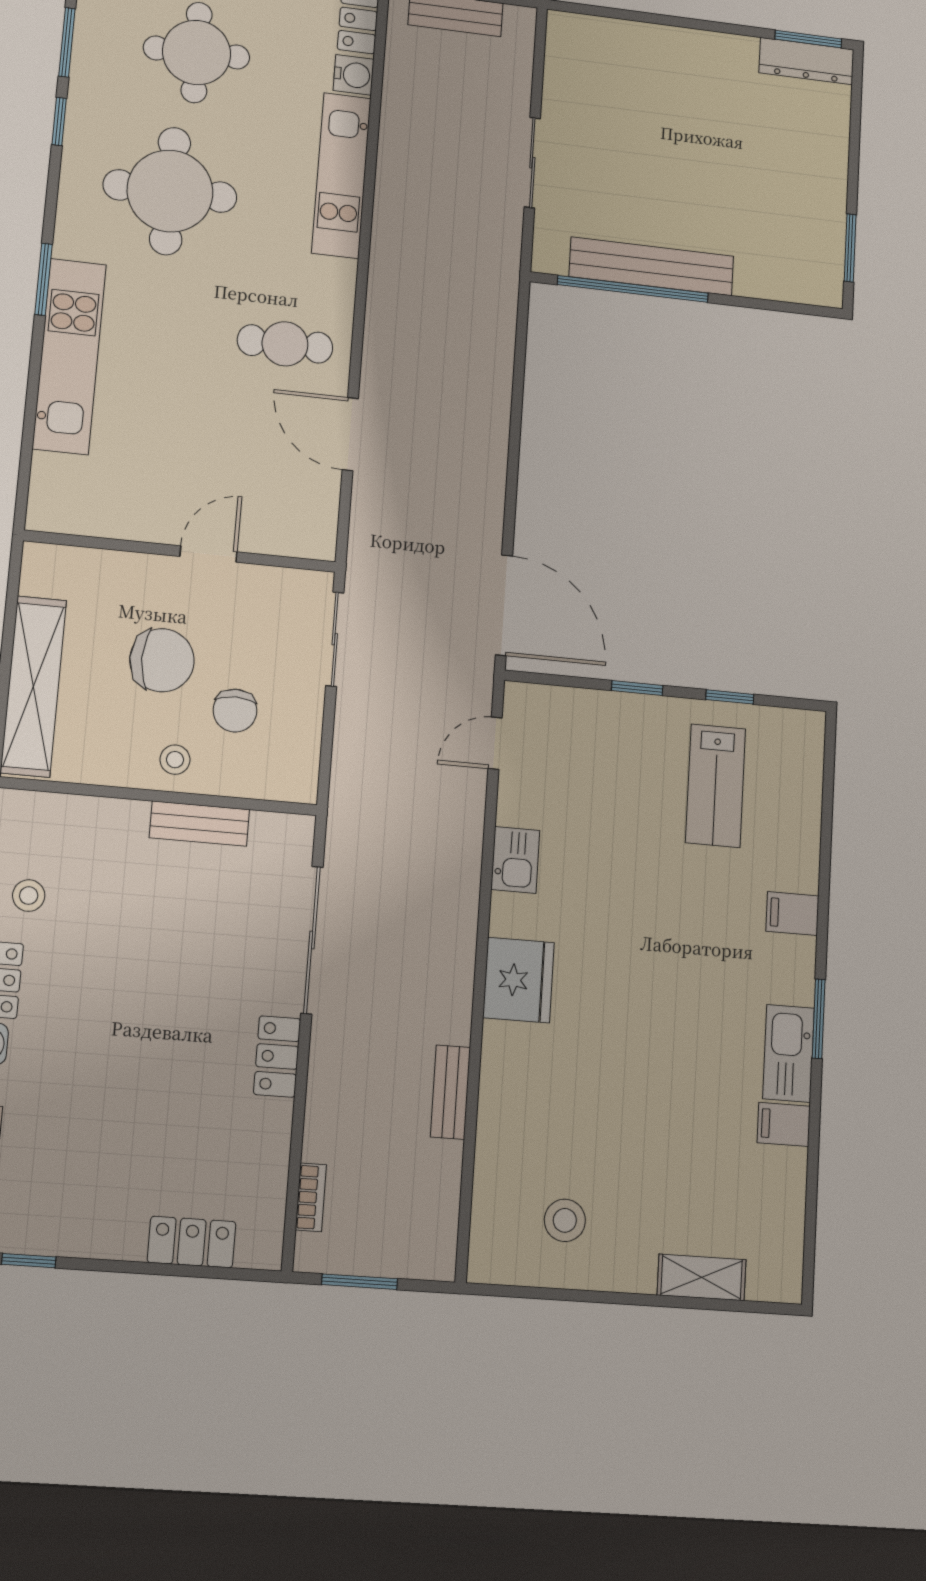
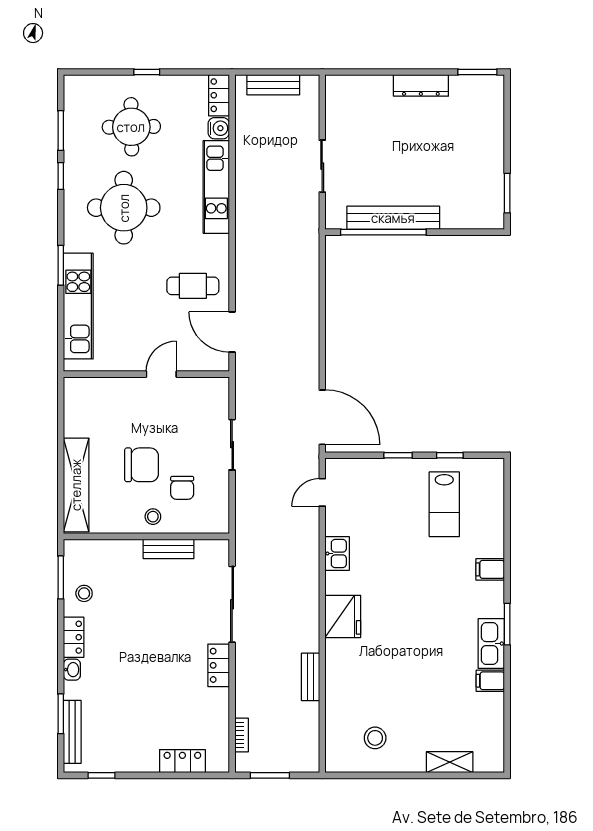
dresser: (806, 61) -> (421, 85), moved
wall: (181, 551) -> (146, 374), moved
door: (208, 554) -> (161, 374), moved

